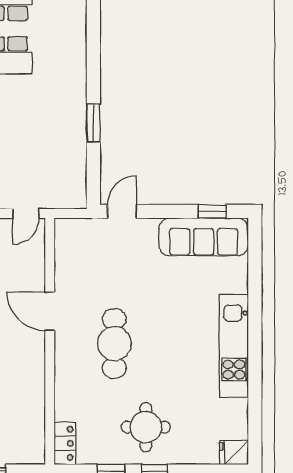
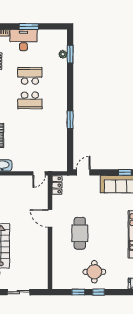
window: (93, 123) -> (70, 120), moved
locker: (65, 443) -> (57, 185), moved

